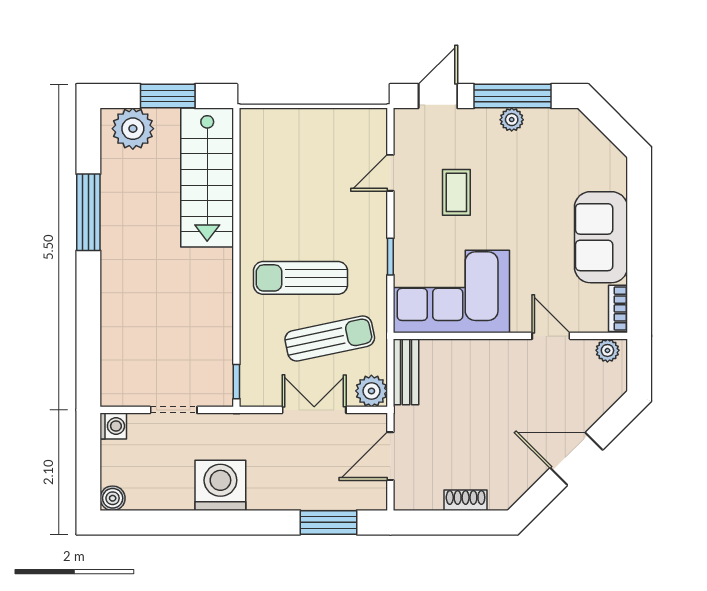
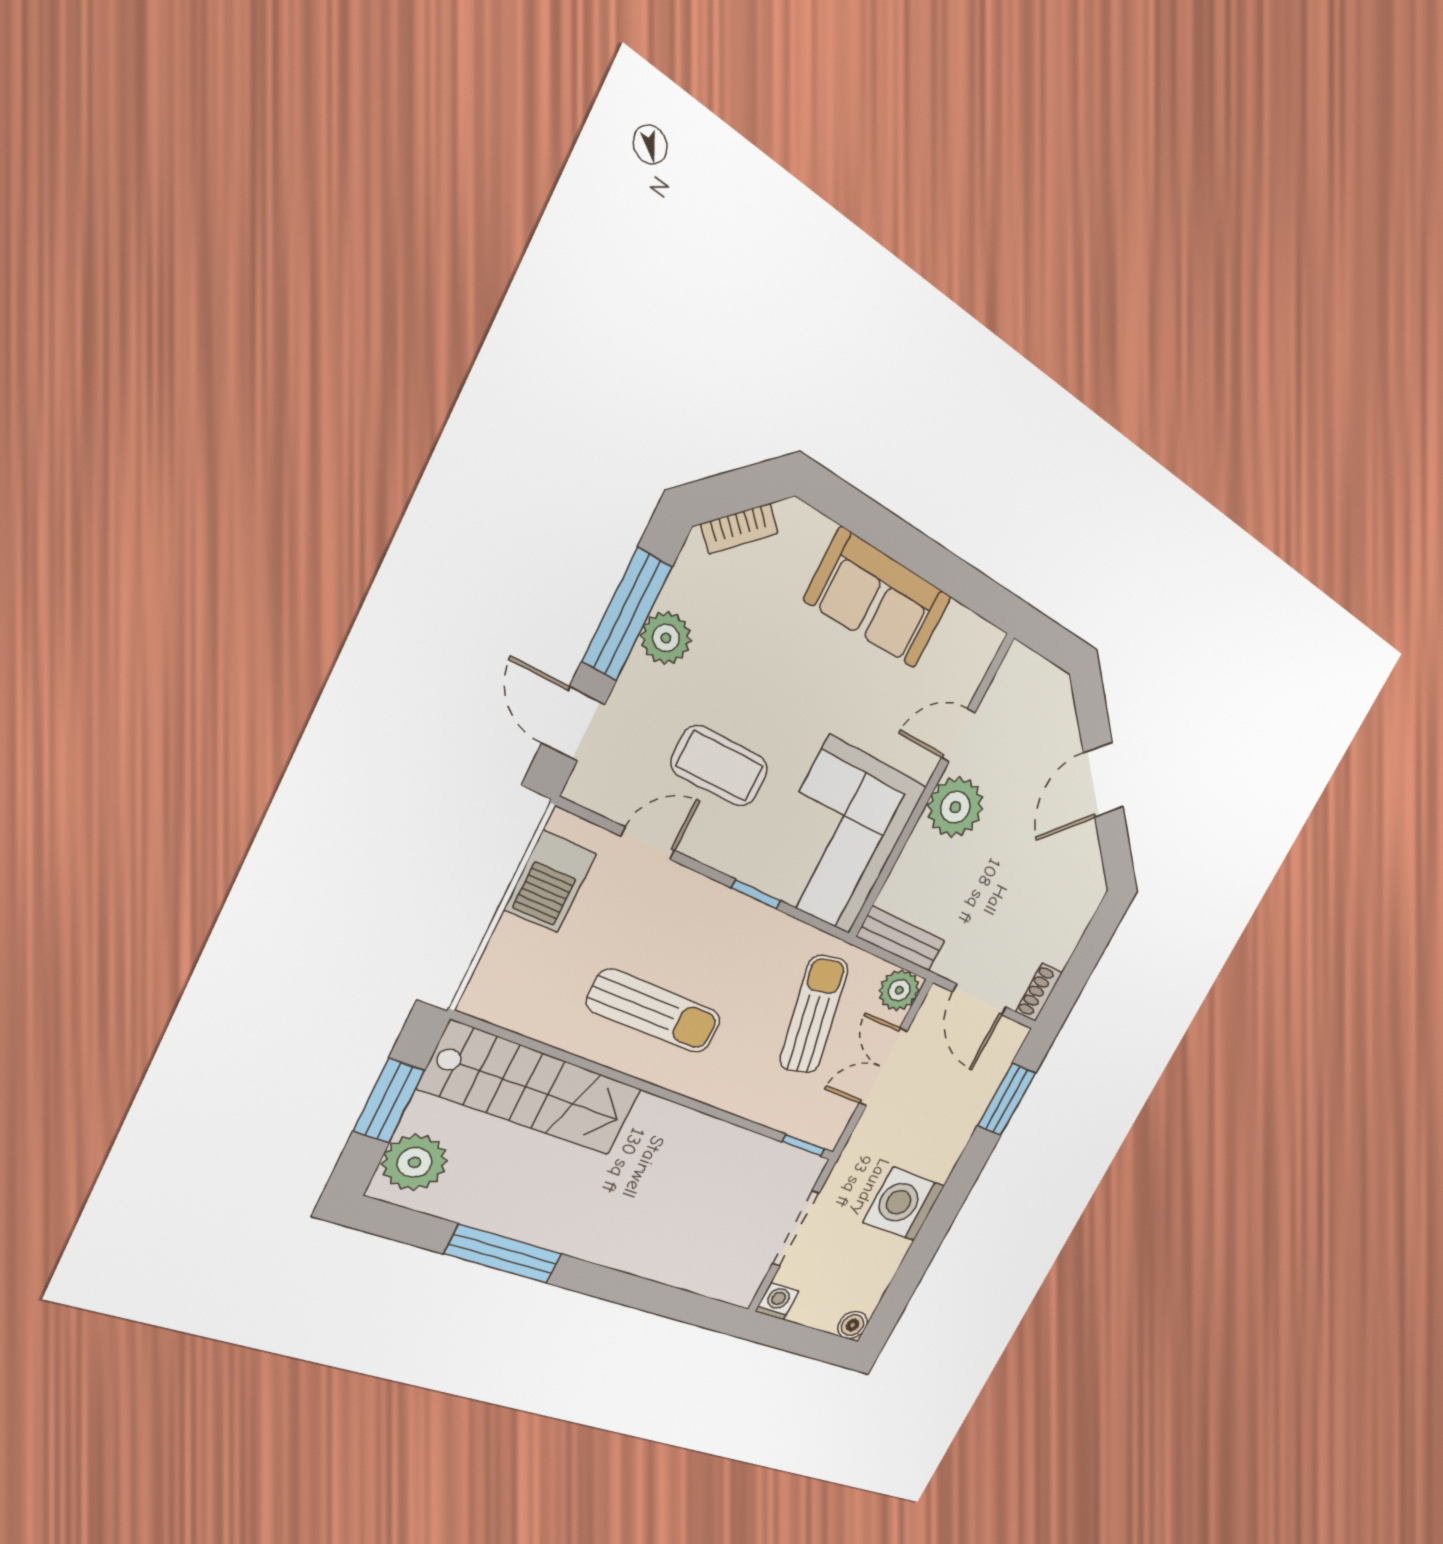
plant: (512, 120) -> (666, 638), width x1.38, depth x1.38
barbecue: (341, 127) -> (550, 882), added
door: (390, 173) -> (648, 843), swing flipped
coffee table: (456, 192) -> (720, 766), width x1.36, depth x1.30
sun lounger: (300, 278) -> (654, 1011), moved, turned -90
bookcase: (618, 308) -> (739, 529), moved, turned -45
plant: (607, 350) -> (955, 807), moved, width x1.87, depth x1.87
doorway: (174, 410) -> (796, 1228), width x1.38
shoe rack: (466, 500) -> (1039, 992), moved

